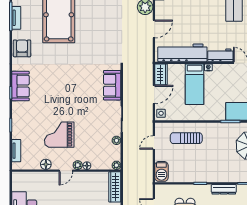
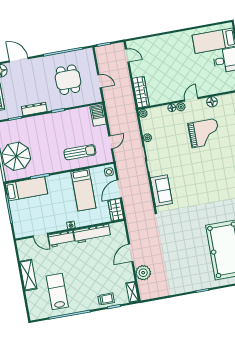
workbench: (182, 53) -> (92, 234), width x0.73, depth x0.76
bed: (195, 84) -> (83, 190), moved, turned 180

